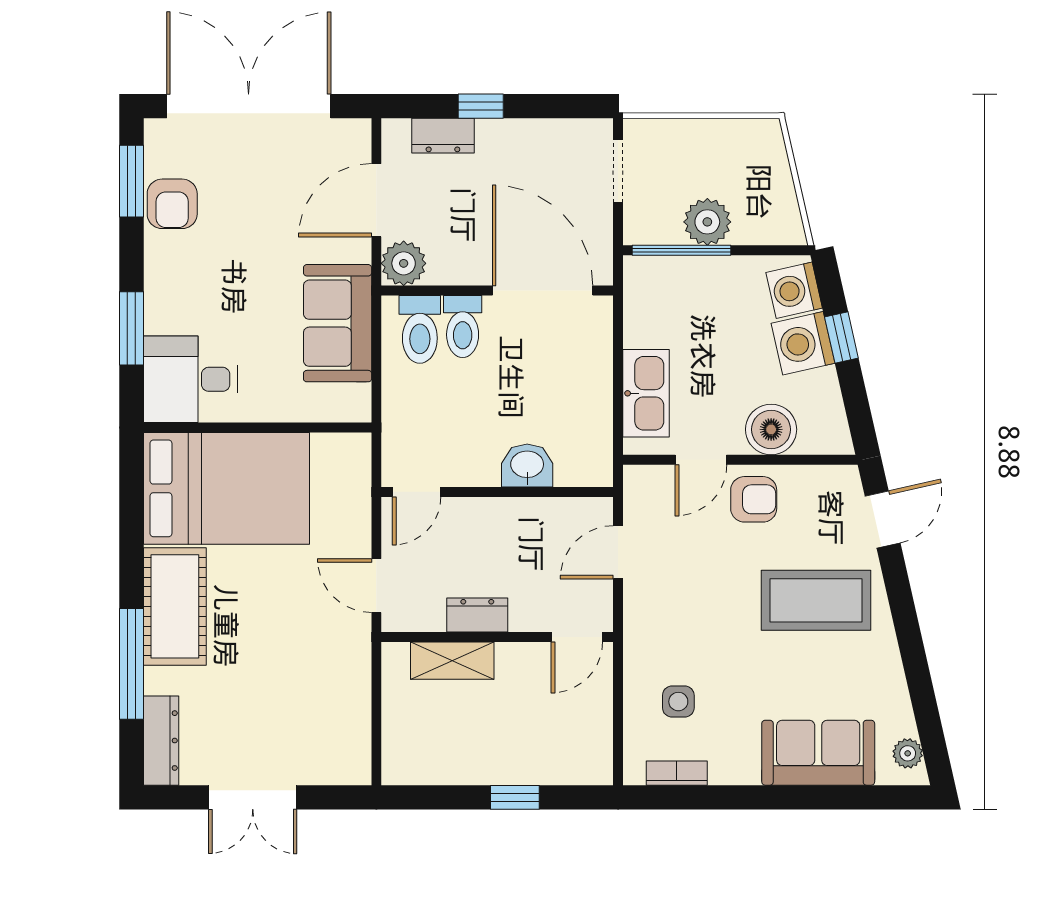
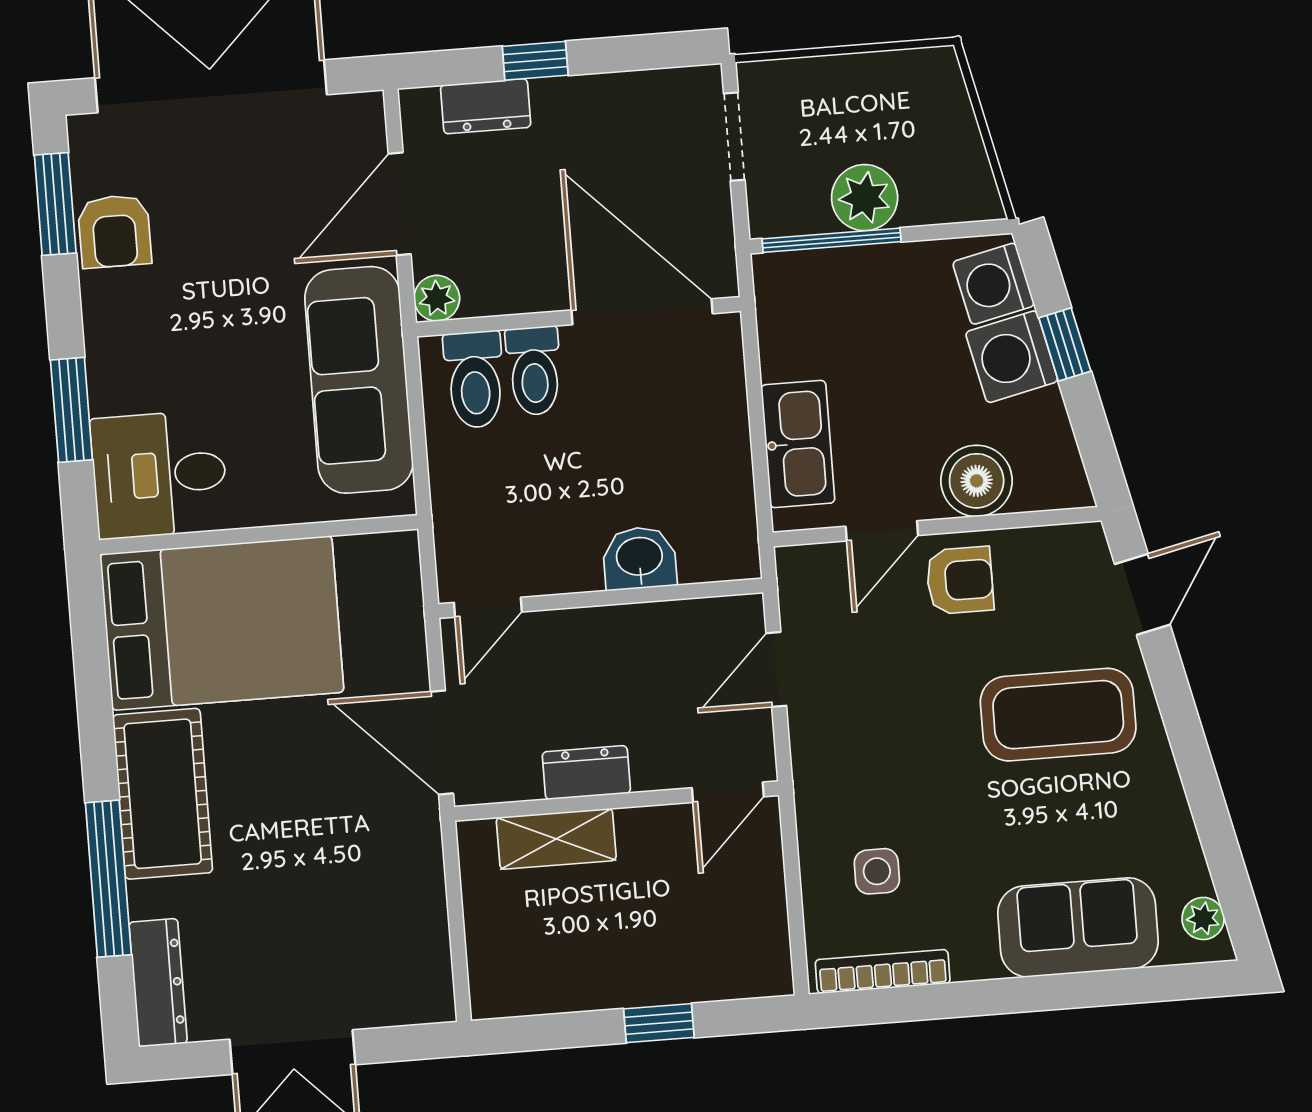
plant: (404, 263) -> (437, 298), width x0.73, depth x0.73
sofa: (338, 323) -> (359, 380), width x1.36
door: (376, 586) -> (442, 743), width x1.38
bookcase: (677, 773) -> (883, 971), width x1.56

